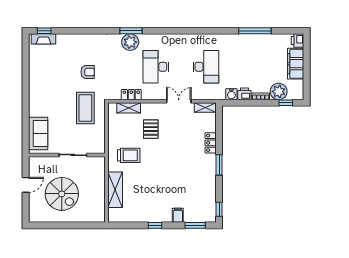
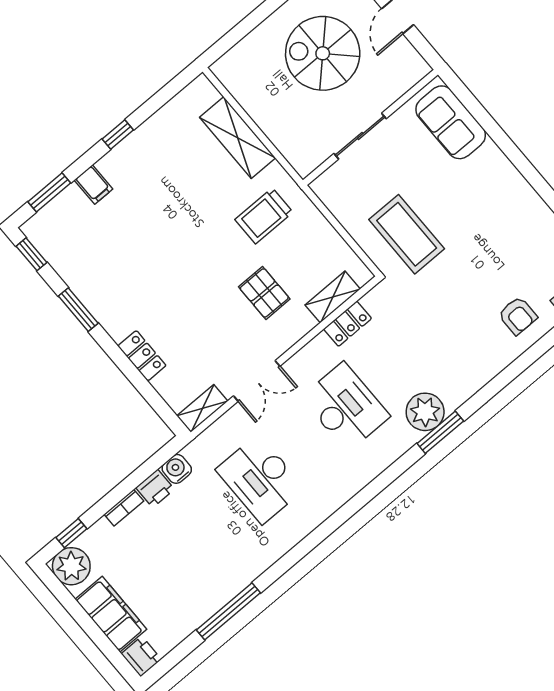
armchair: (88, 72) -> (518, 316), moved, turned -90
plant: (279, 91) -> (71, 566), moved
window: (219, 165) -> (78, 310), moved

